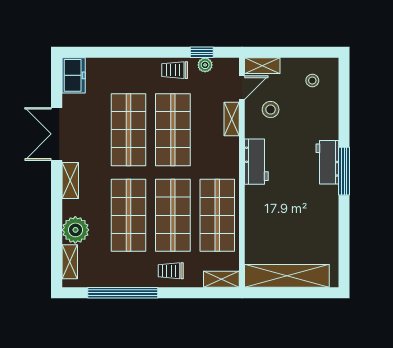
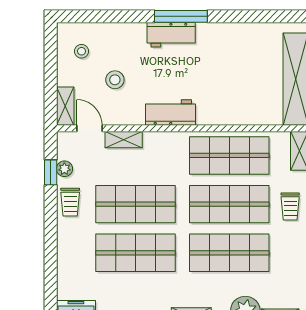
stool: (271, 110) -> (115, 80), moved

